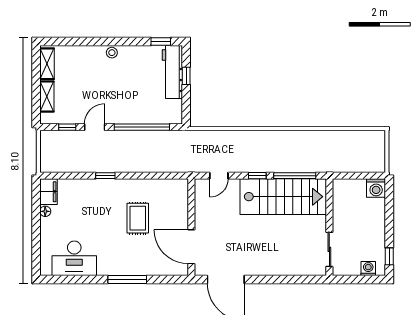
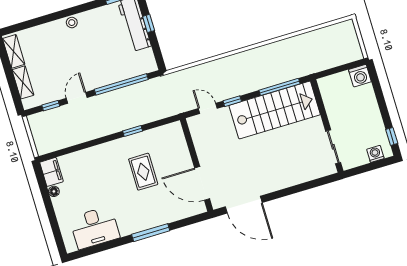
window: (105, 176) -> (133, 131), moved
door: (219, 176) -> (208, 108), swing flipped
window: (257, 176) -> (232, 101), moved

